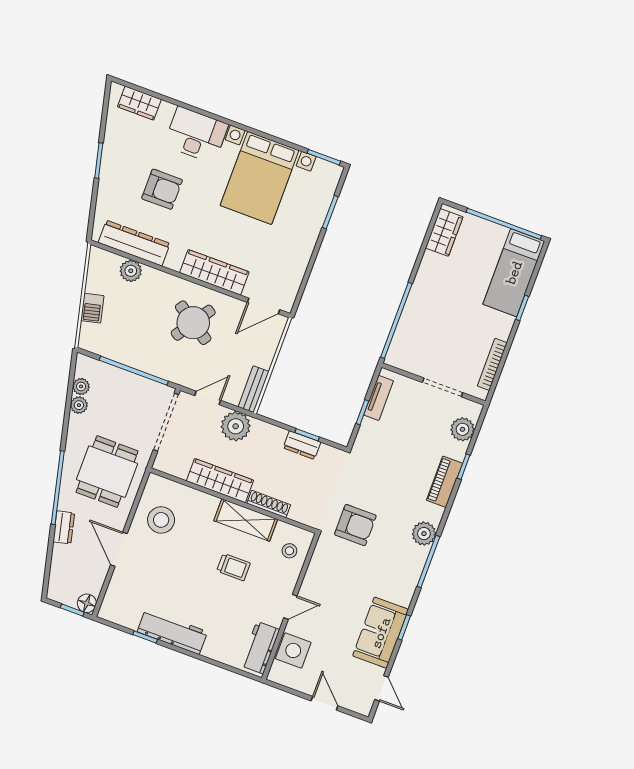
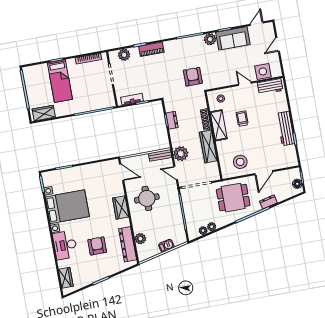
wardrobe: (214, 272) -> (121, 207), width x0.67
bed: (514, 273) -> (60, 81), moved, turned 90
round table: (193, 323) -> (147, 198), turned -34
plant: (424, 534) -> (210, 39), moved
floor lamp: (87, 603) -> (297, 184), moved

